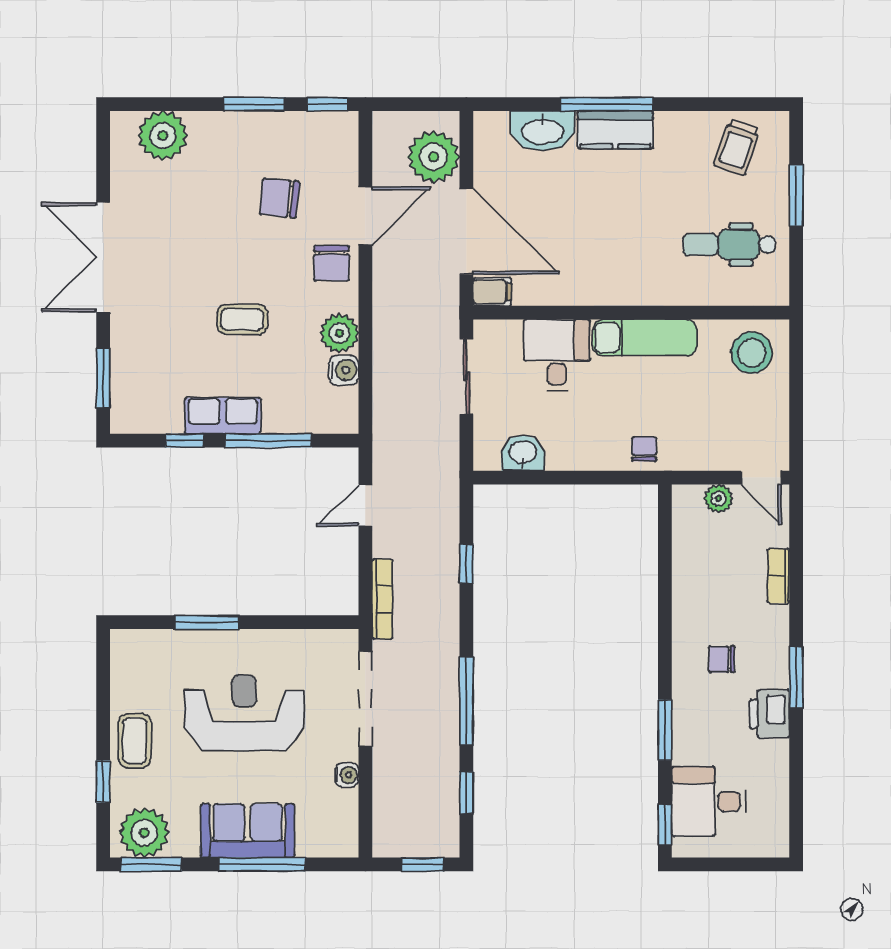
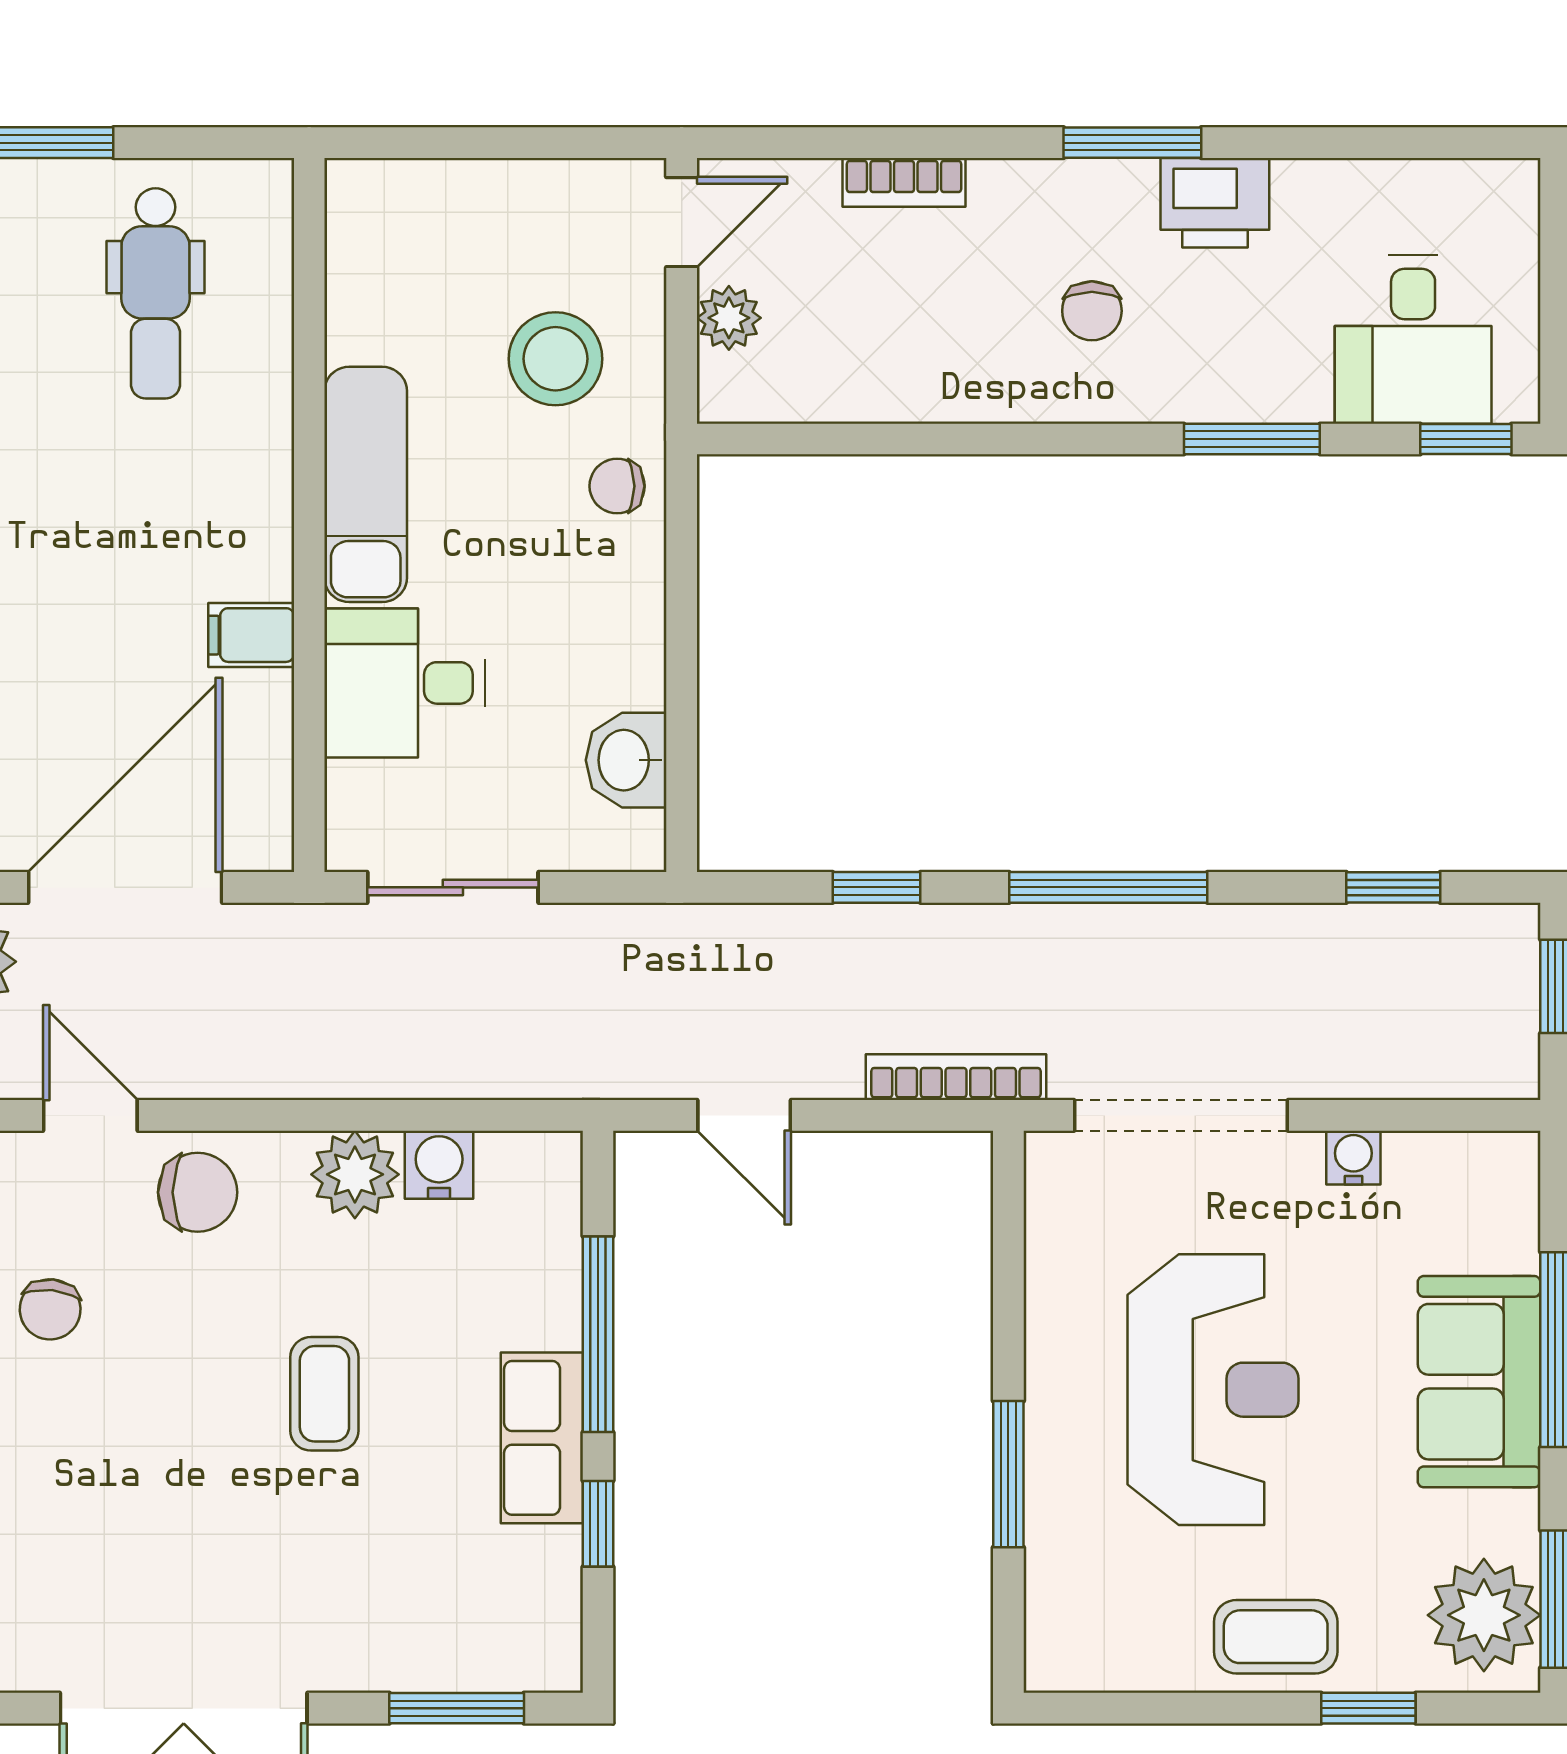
chair: (280, 198) -> (50, 1309), width x0.73, depth x0.73
door: (365, 216) -> (90, 1115), width x0.73
filing cabinet: (492, 292) -> (251, 635), moved, turned -90
stool: (752, 353) -> (555, 359), moved
window: (466, 701) -> (1108, 887), moved
reception desk: (244, 713) -> (1213, 1390), turned 180

